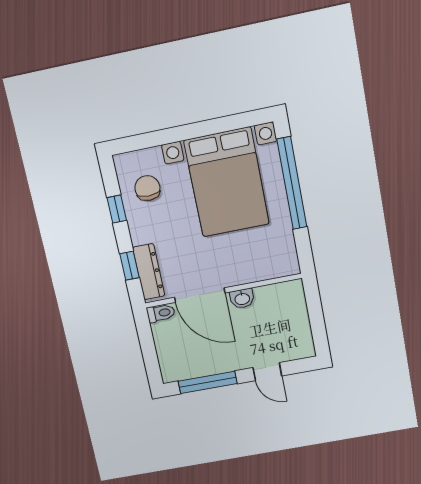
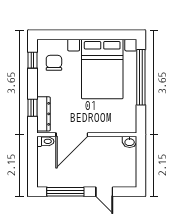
window: (117, 209) -> (32, 60), moved
door: (200, 295) -> (72, 135), hinge flipped
washbasin: (242, 299) -> (130, 142), moved

